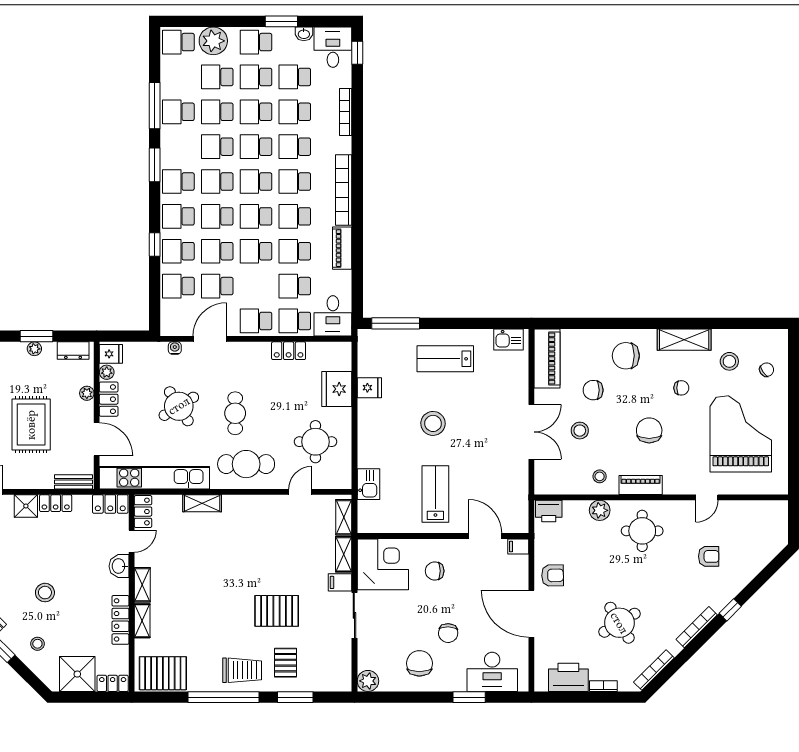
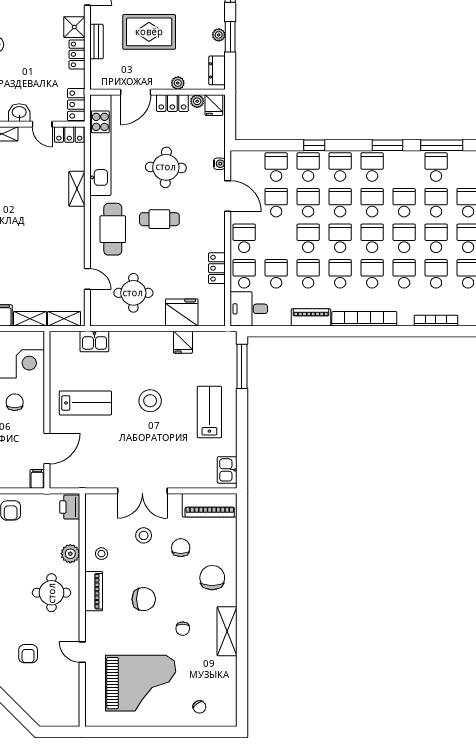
stool: (729, 361) -> (207, 673), removed
round table: (179, 406) -> (166, 167), turned 34
bench: (73, 482) -> (96, 42), moved

